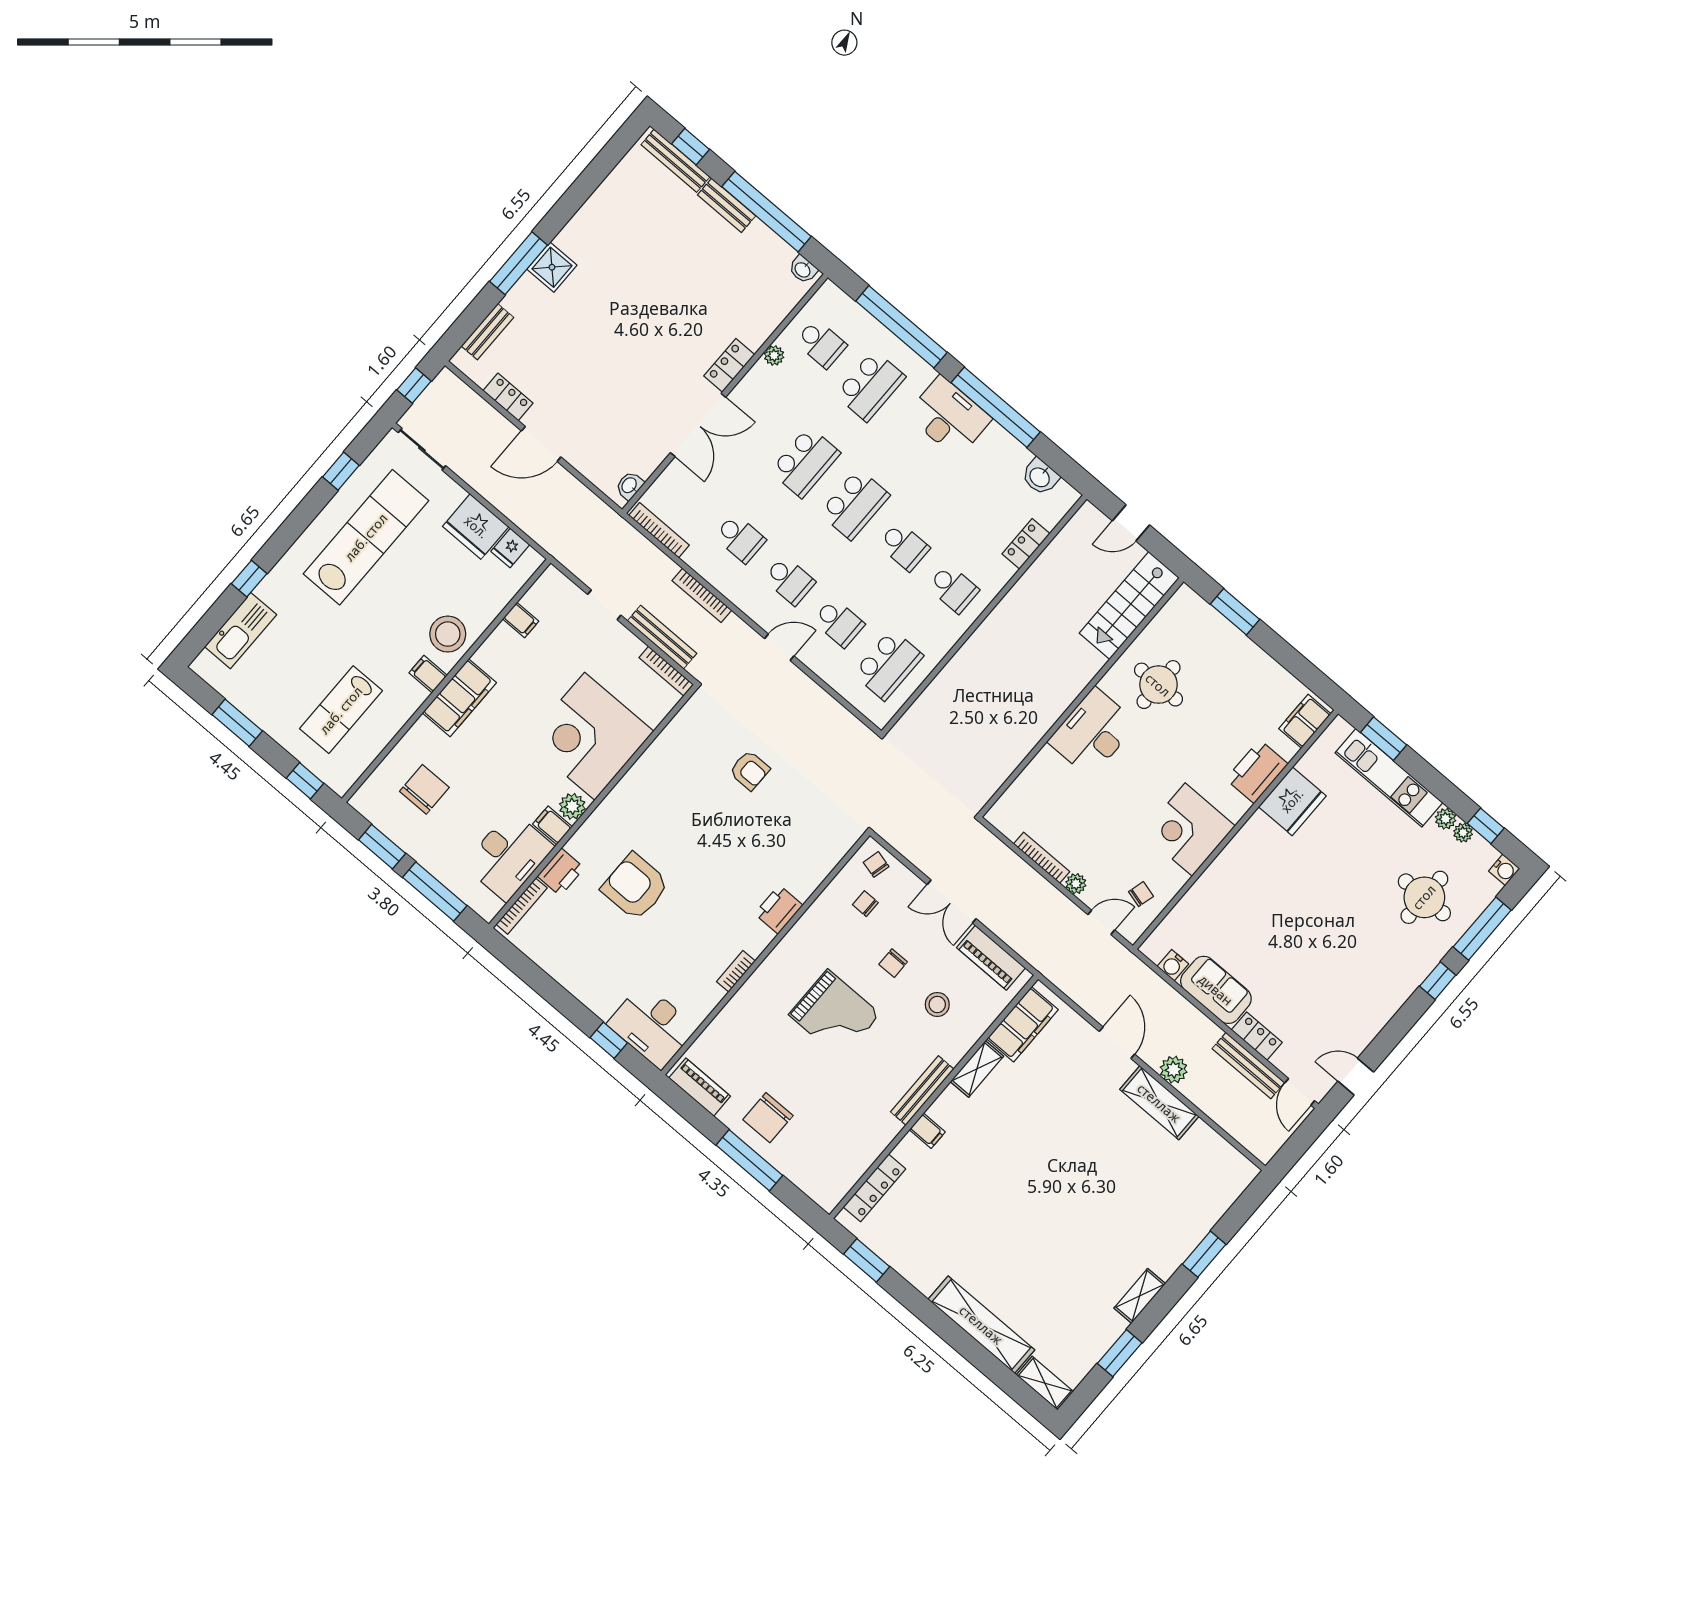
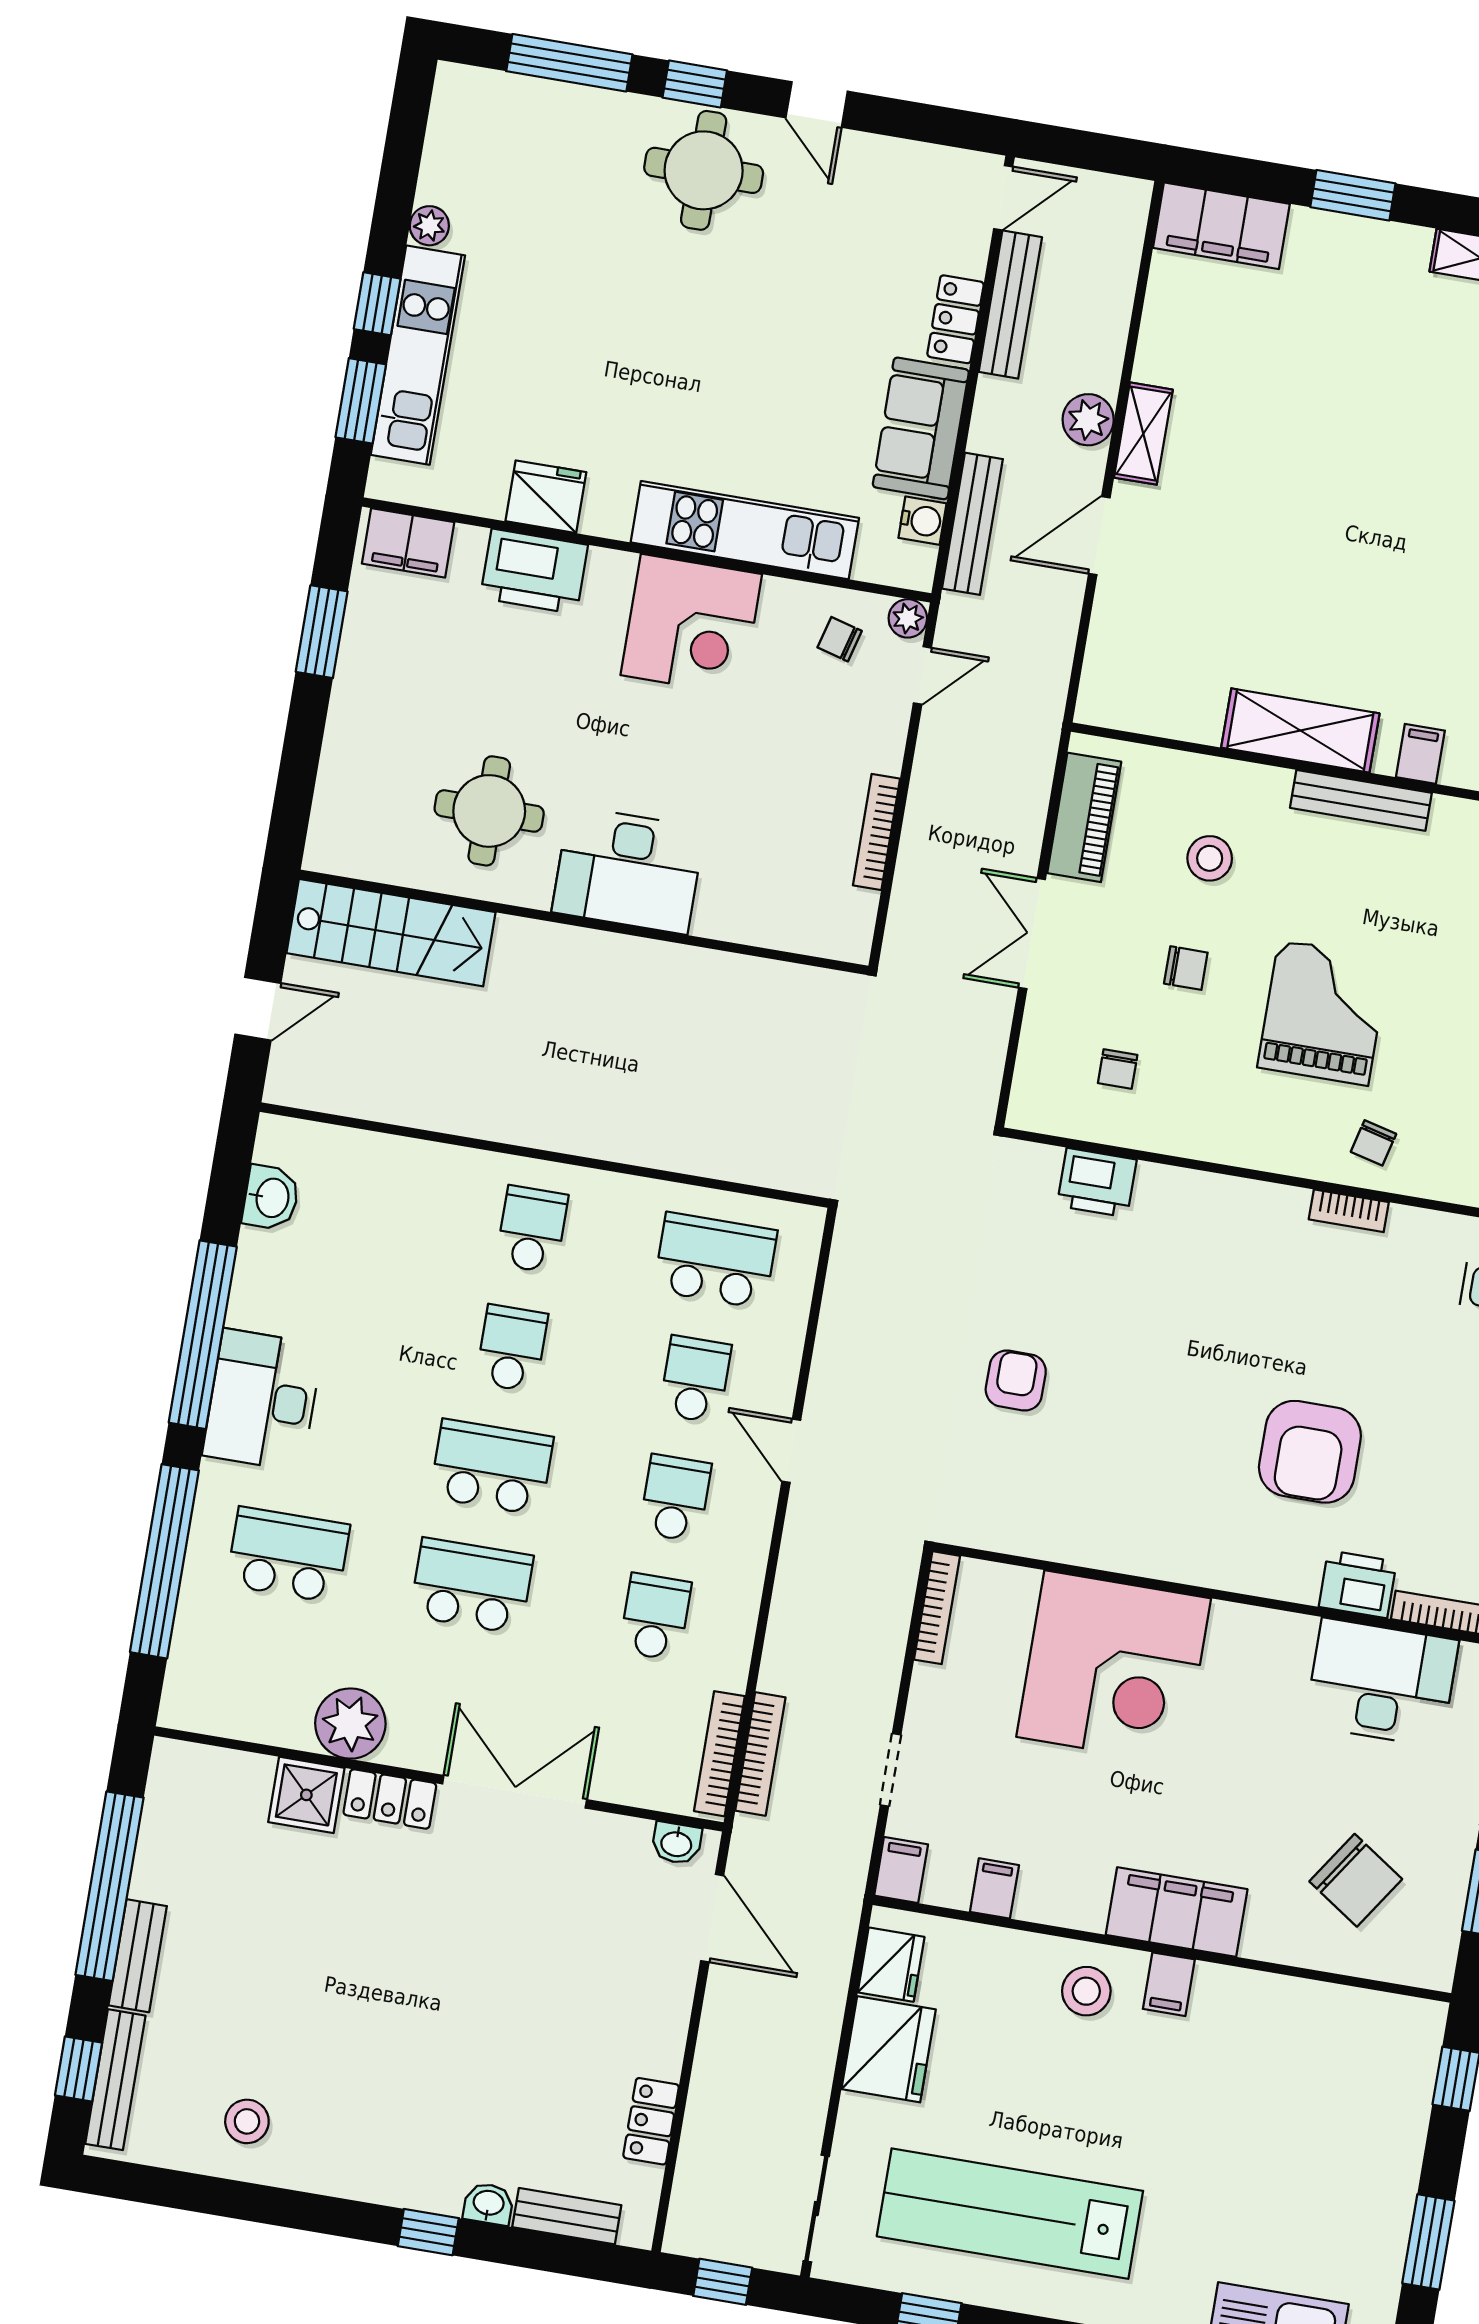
stool: (620, 210) -> (247, 2121), added
window: (518, 263) -> (428, 2232), width x0.46
shower: (552, 267) -> (306, 1795), moved
washbasin: (803, 269) -> (488, 2204), moved, turned -90
school desk: (821, 344) -> (268, 1674), removed
plant: (774, 355) -> (350, 1724), width x1.87, depth x1.87
door: (541, 444) -> (712, 1918), moved
door: (1131, 523) -> (258, 1009), hinge flipped
locker: (1026, 544) -> (391, 1156), removed
fridge: (510, 548) -> (891, 1965), width x1.38
bookcase: (702, 595) -> (760, 1754), moved
window: (1235, 612) -> (322, 632), moved
stool: (448, 634) -> (1086, 1991), width x0.73, depth x0.73
bench: (662, 637) -> (972, 524), moved
lab bench: (341, 710) -> (1308, 2089), removed
chair: (424, 789) -> (1356, 1880), turned -146
fridge: (1292, 801) -> (546, 497), width x0.73, depth x0.75
plant: (572, 806) -> (1242, 1628), removed
filing cabinet: (552, 825) -> (901, 1870), moved, turned 180
window: (1486, 826) -> (377, 304), moved
plant: (1463, 833) -> (435, 185), removed
chair: (876, 864) -> (1374, 1143), moved
water cooler: (1504, 870) -> (455, 84), removed
kitchen unit: (1218, 880) -> (745, 530), added
plant: (1076, 884) -> (908, 618), moved
round table: (1424, 897) -> (704, 170), moved
double door: (952, 902) -> (1032, 934), swing flipped
printer: (779, 909) -> (1097, 1183), moved
door: (1101, 922) -> (922, 675), swing flipped
filing cabinet: (1022, 1024) -> (1221, 226), moved, turned 180
shelving: (977, 1069) -> (1300, 731), width x1.50, depth x1.33
door: (1356, 1077) -> (817, 105), moved
shelving: (1159, 1103) -> (1143, 434), width x0.67, depth x0.75

